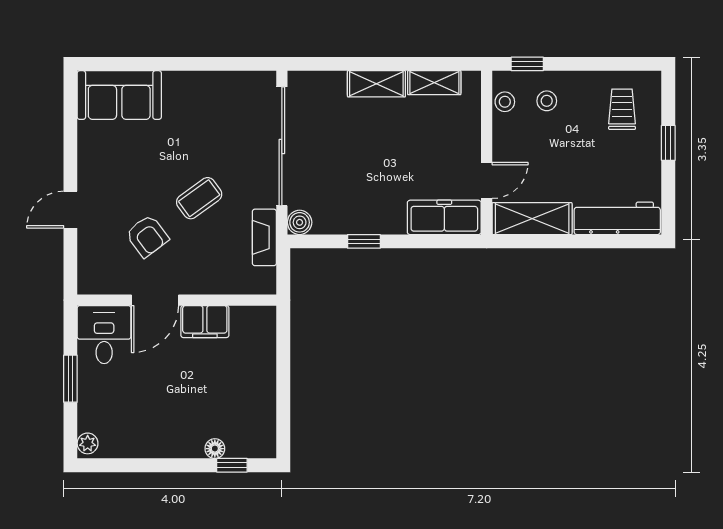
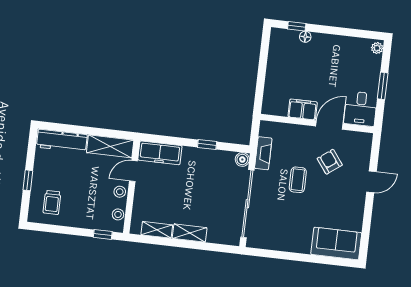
stool: (547, 101) -> (120, 192), moved
coffee table: (199, 198) -> (298, 180), turned -54

